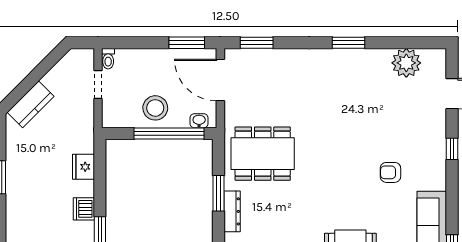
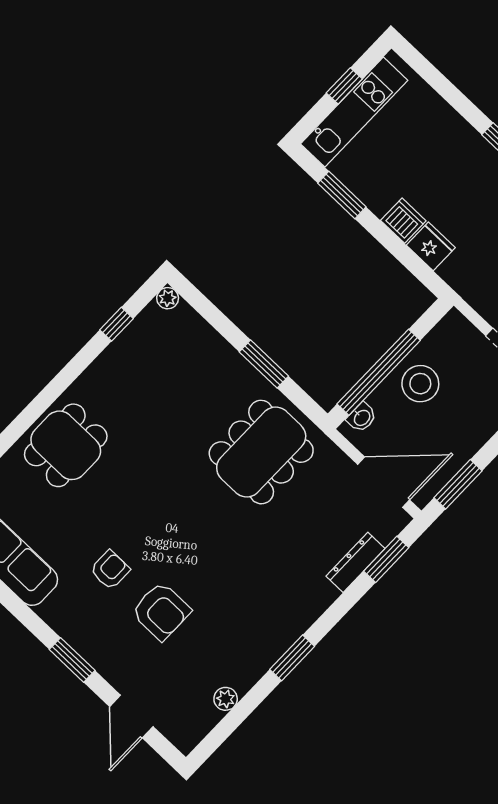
plant: (406, 63) -> (226, 699), width x0.53, depth x0.53
armchair: (387, 128) -> (161, 611), added
window: (452, 149) -> (72, 660), width x1.50
dishwasher: (84, 209) -> (403, 221), moved
dresser: (232, 211) -> (356, 562), moved, turned 90

